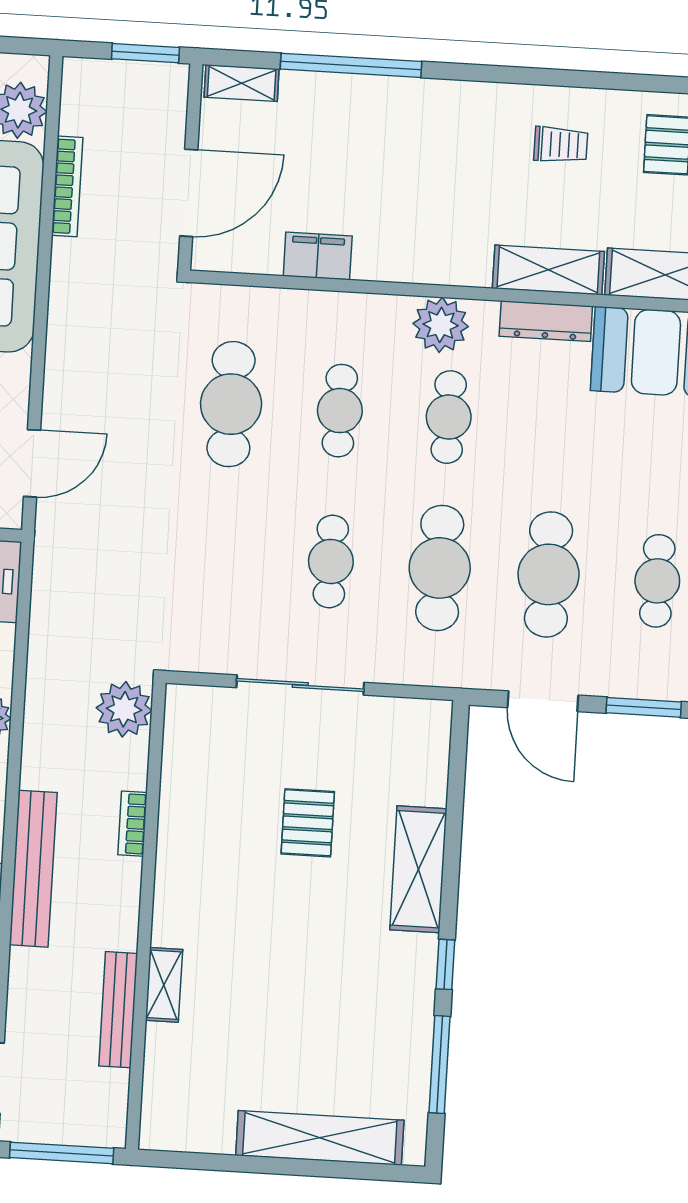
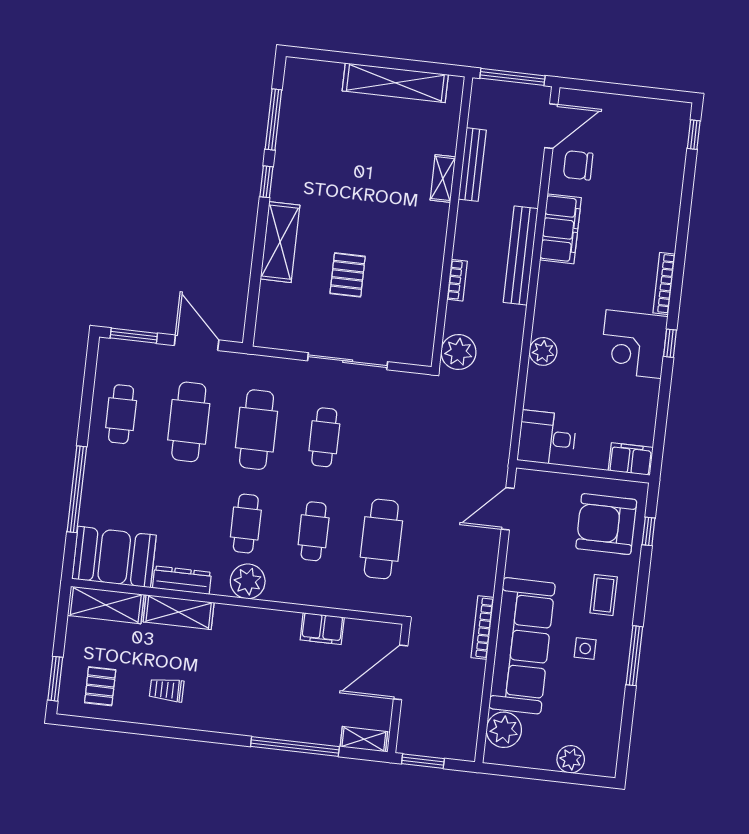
bookcase: (67, 186) -> (482, 628), moved
shelving: (320, 1138) -> (395, 83), moved

